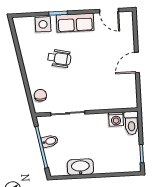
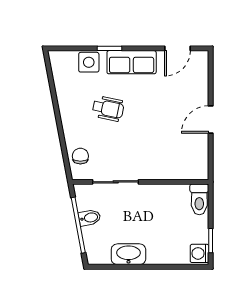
door: (109, 11) -> (177, 48), hinge flipped
washing machine: (116, 119) -> (199, 253), moved, turned 90

